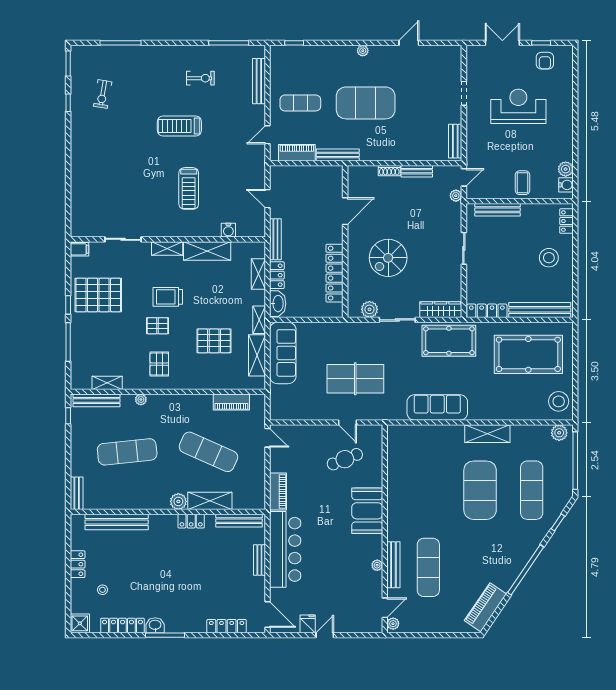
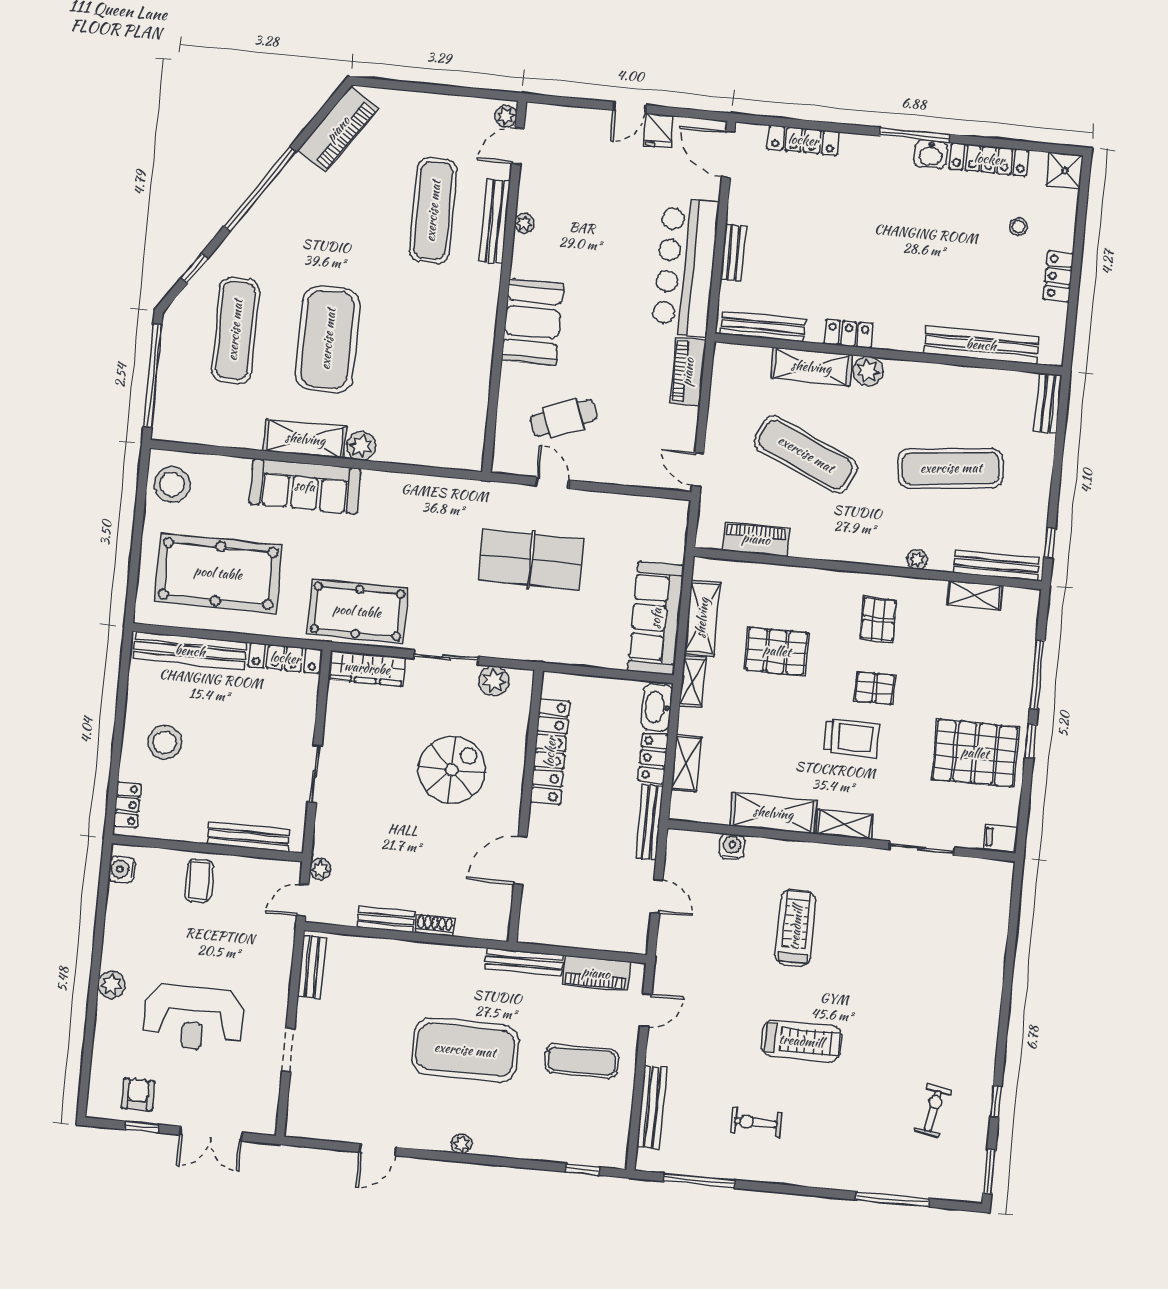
plant: (566, 169) -> (111, 985), moved
sofa: (437, 407) -> (305, 486), moved
plant: (559, 433) -> (361, 446), moved

